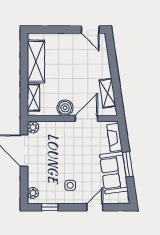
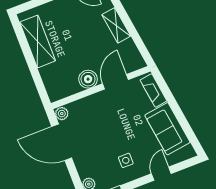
shelving: (108, 93) -> (116, 25), moved
shelving: (34, 98) -> (50, 81), removed
window: (128, 164) -> (179, 114), removed

